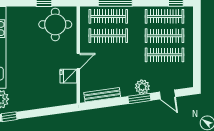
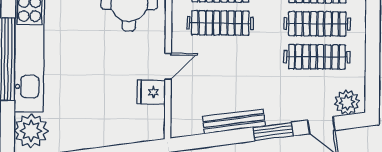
plant: (142, 87) -> (347, 102), moved
bench: (102, 95) -> (234, 121), moved

